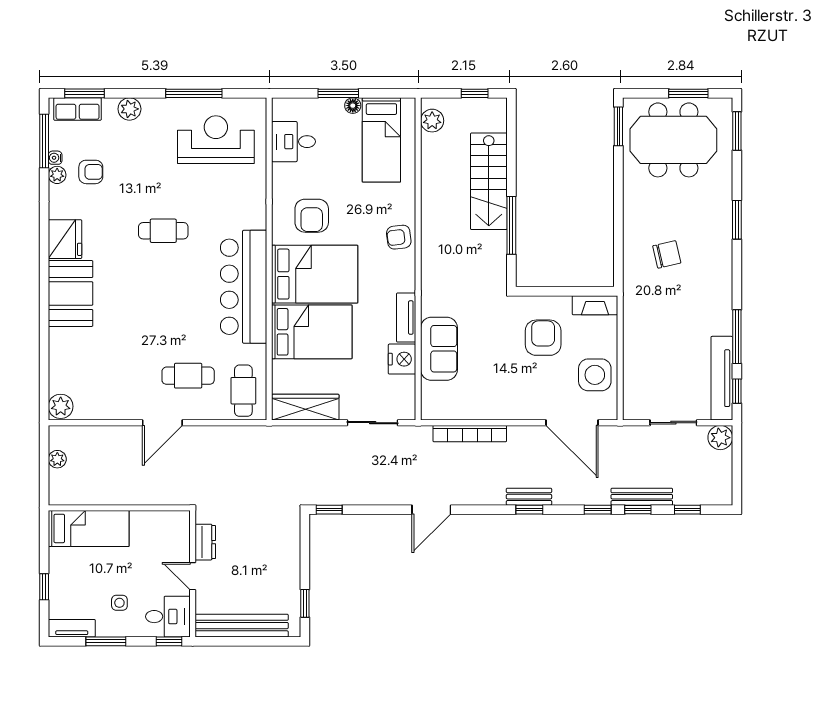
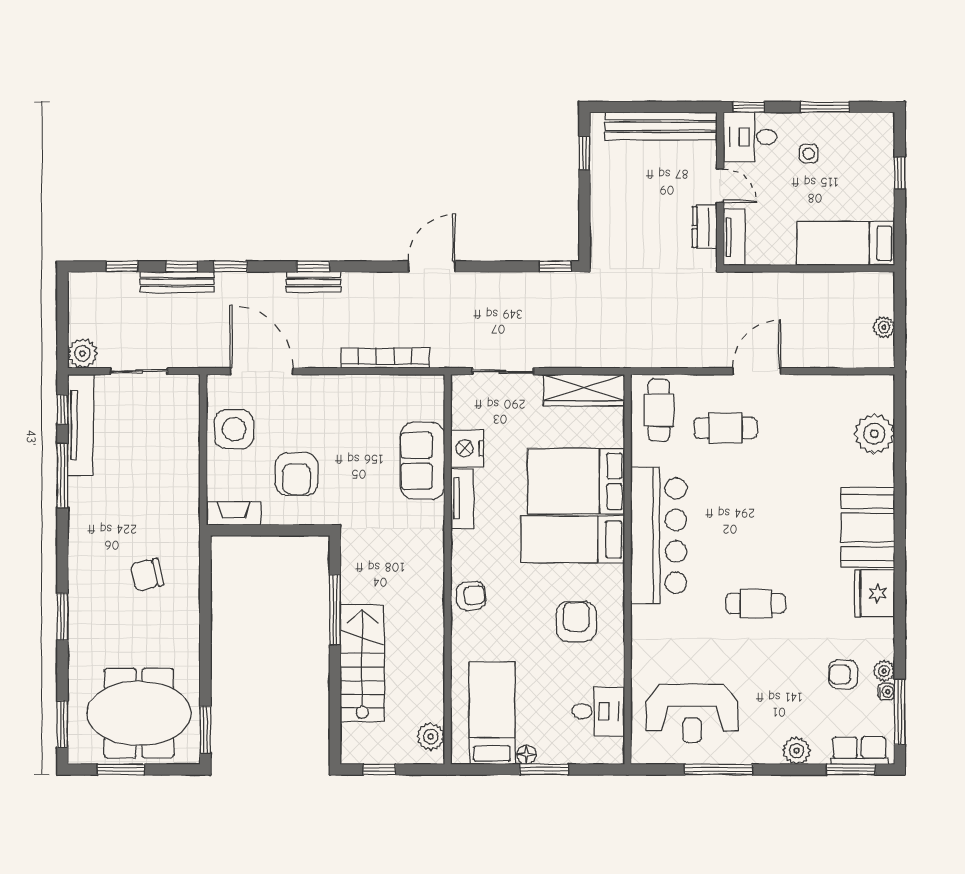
bed: (315, 274) -> (573, 539), width x0.67
plant: (61, 406) -> (874, 434), moved, width x1.36, depth x1.36
tv unit: (72, 628) -> (734, 237), moved, turned -90

